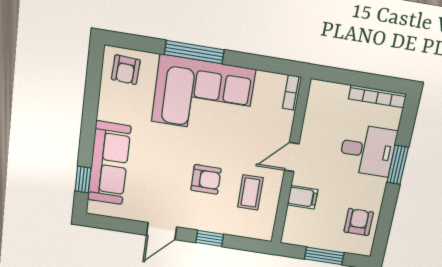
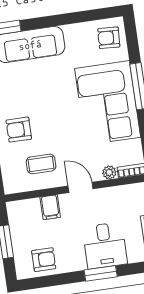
plant: (285, 119) -> (109, 172), added
armchair: (206, 179) -> (19, 130), moved, turned 90

